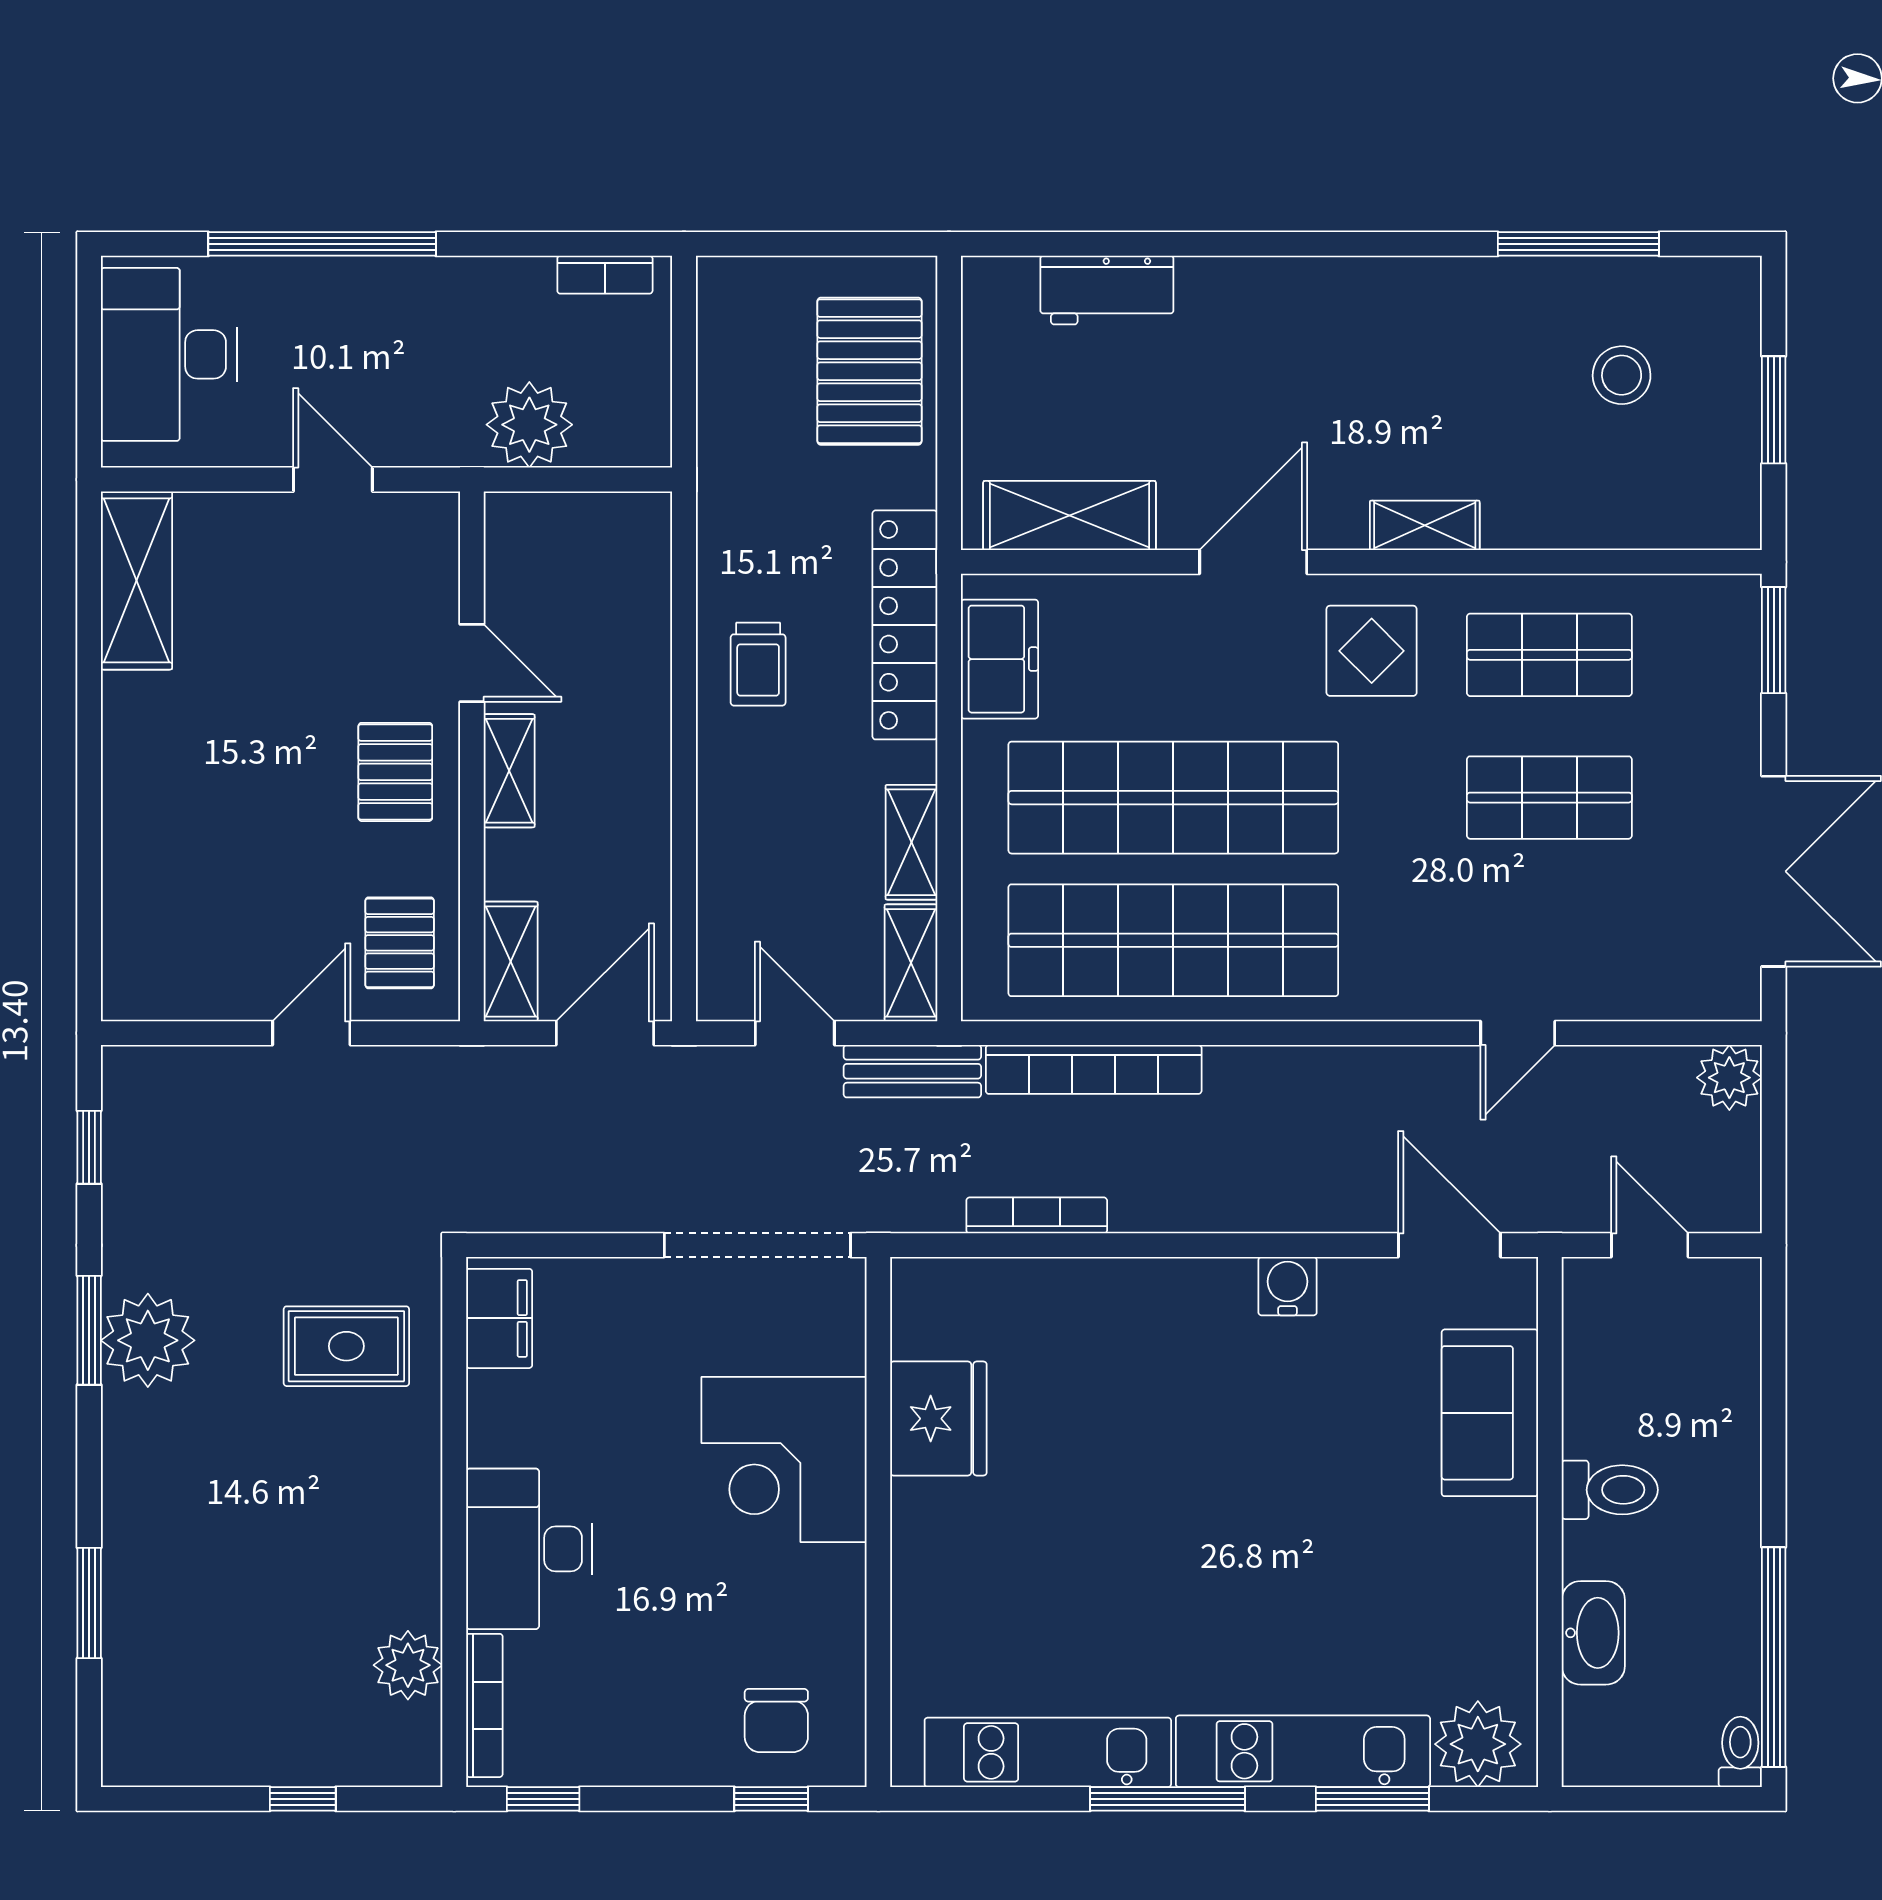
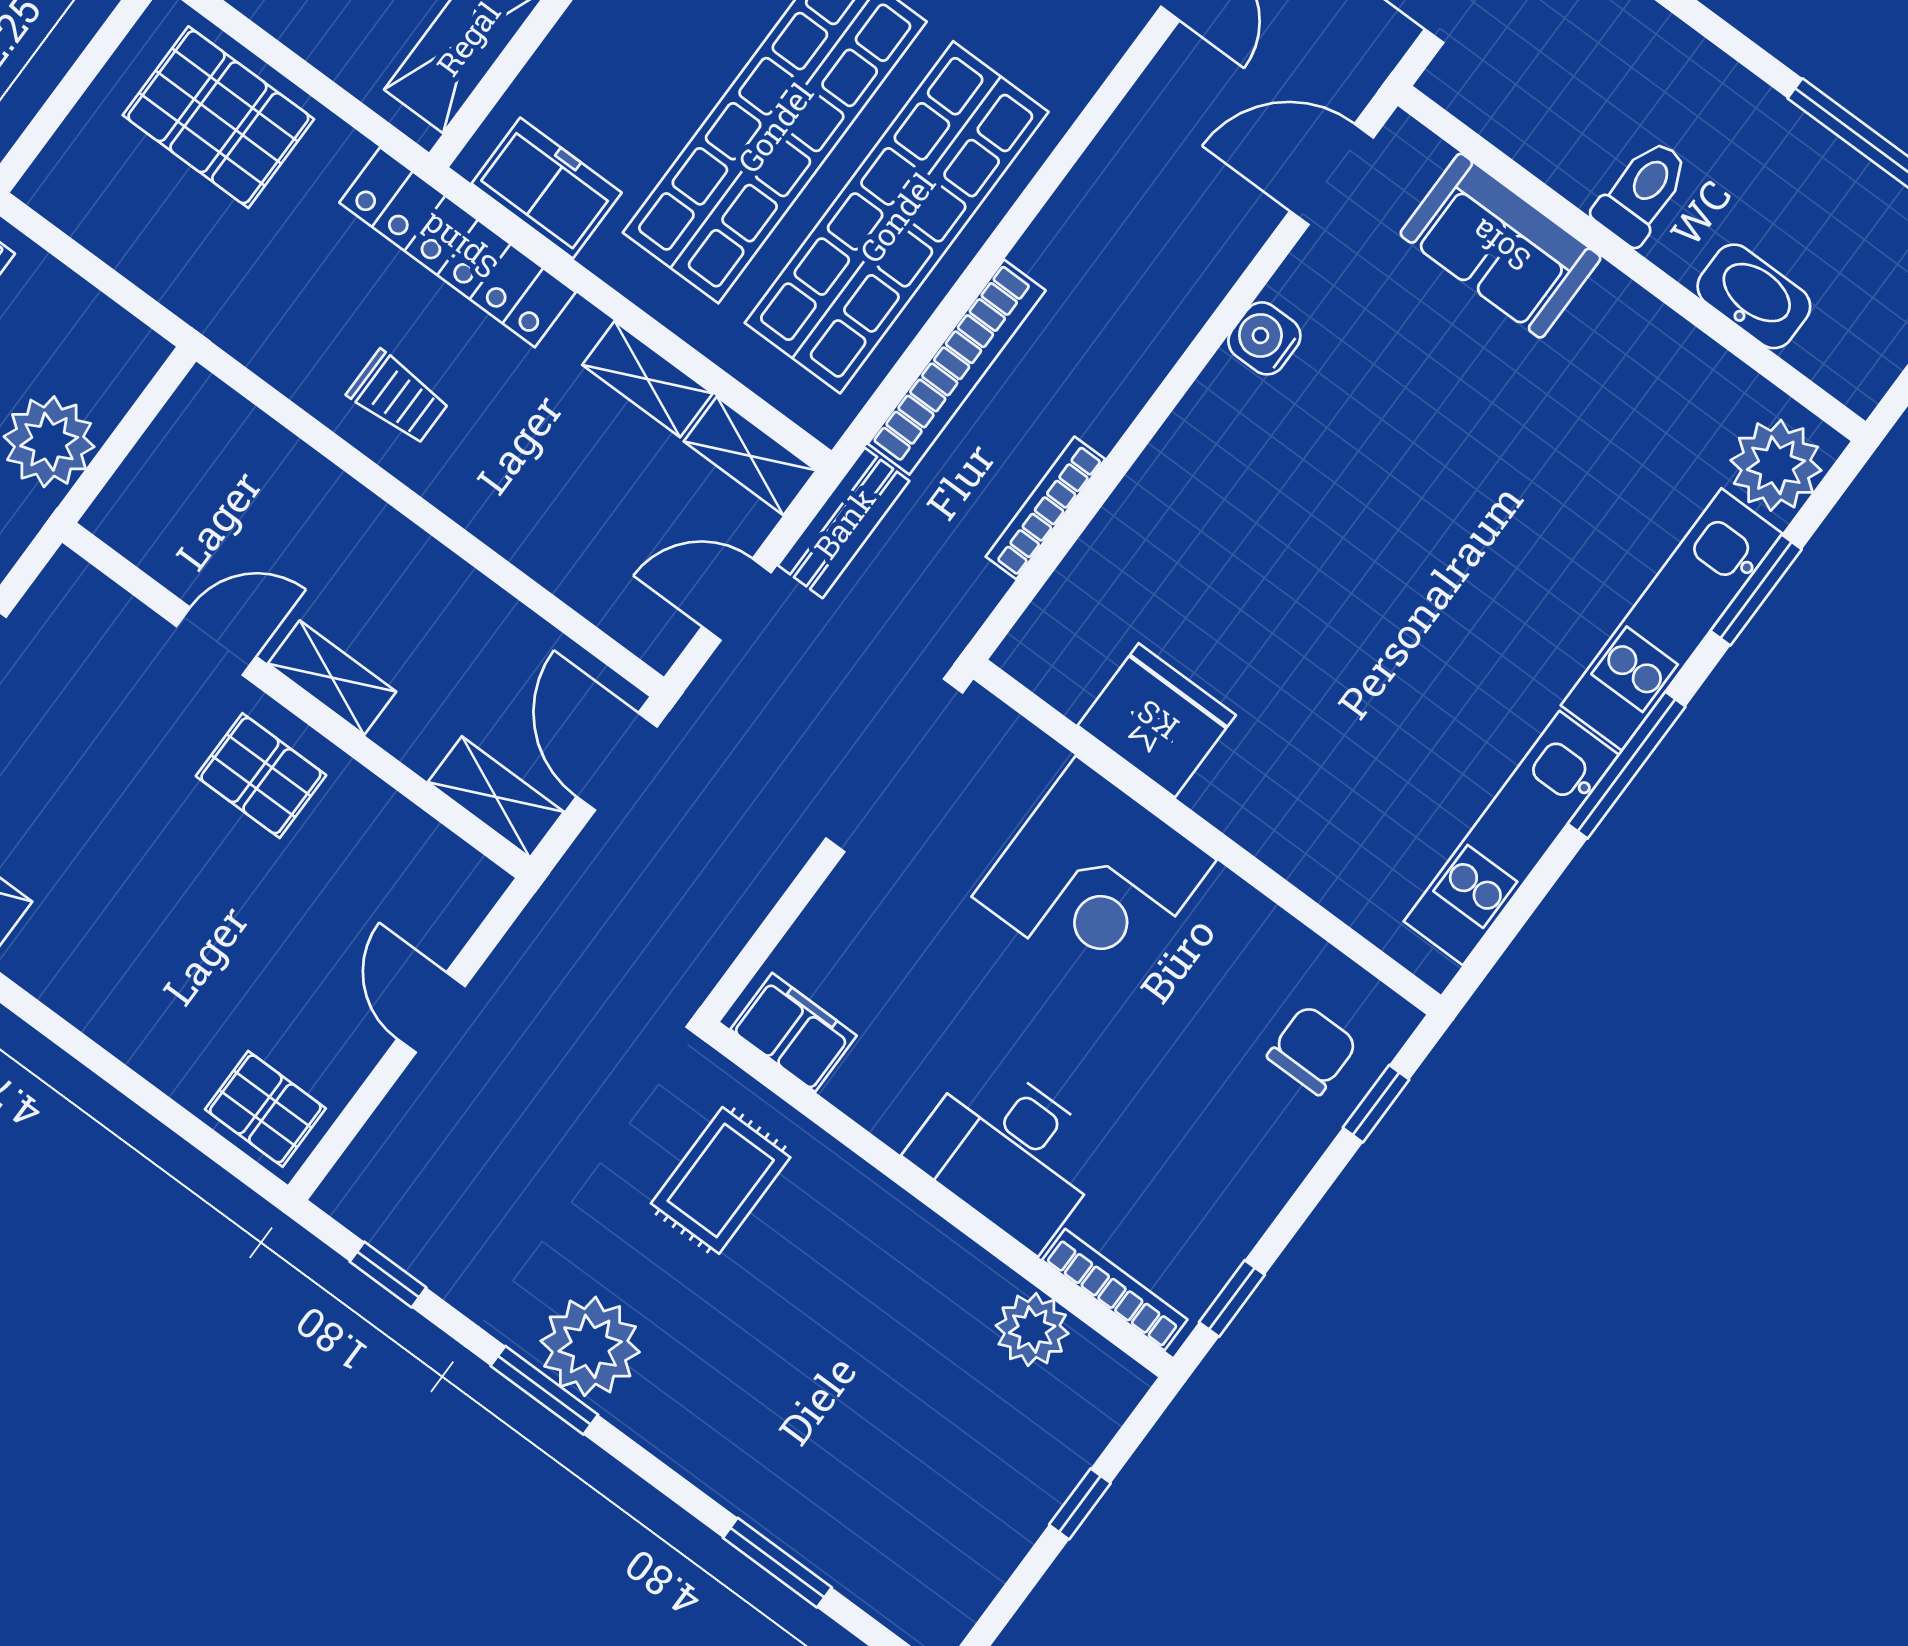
pallet: (400, 943) -> (265, 1109), moved
chair: (776, 1721) -> (1312, 1050), turned -90

